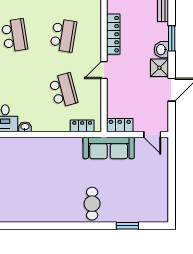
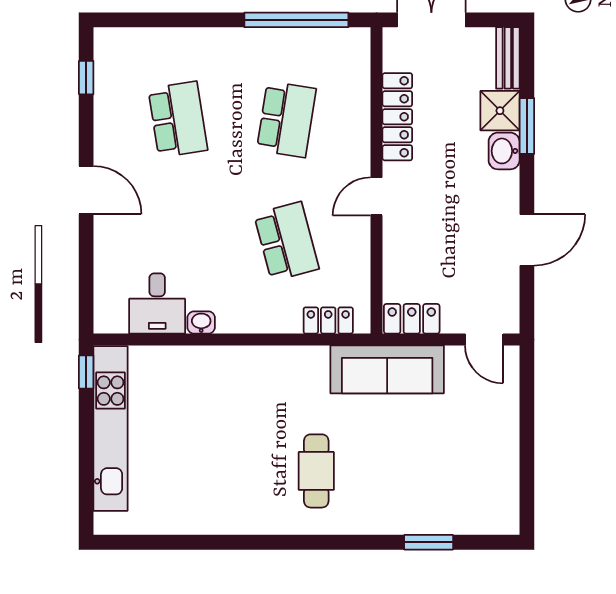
shower: (159, 68) -> (500, 111), moved
cafe table: (92, 204) -> (316, 471), moved

